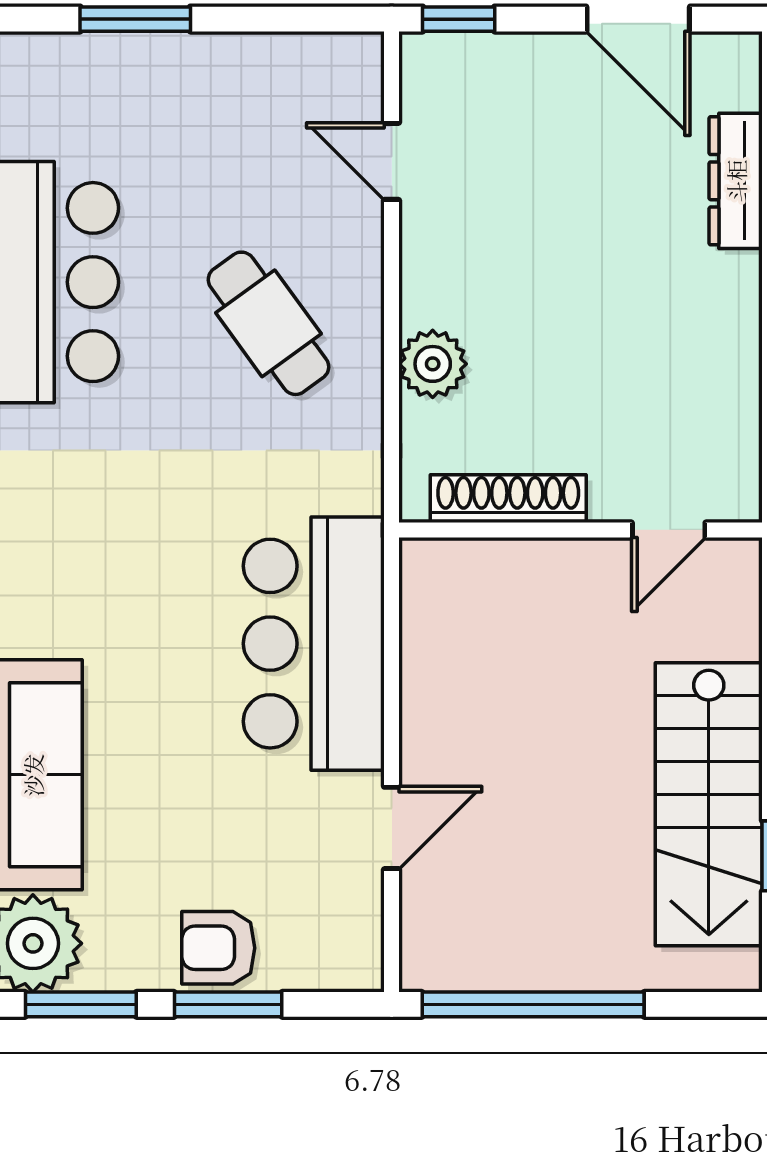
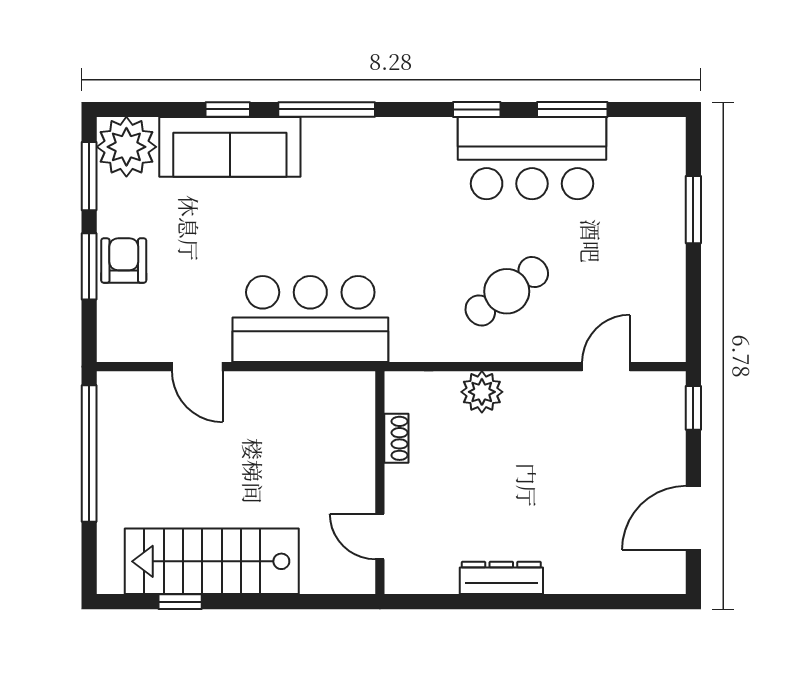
dresser: (736, 181) -> (501, 578), moved
shoe rack: (508, 499) -> (396, 438), width x0.51, depth x0.81

